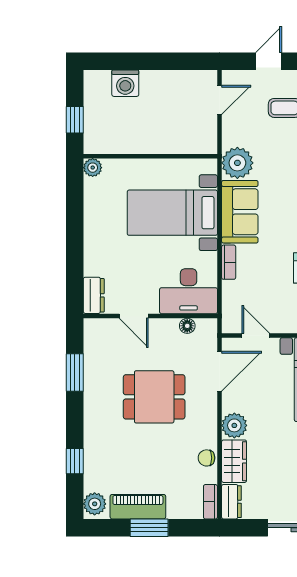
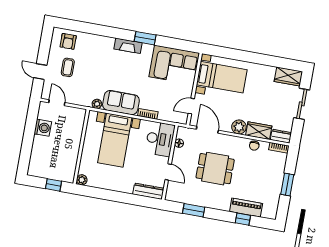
washing machine: (125, 83) -> (43, 128), moved
plant: (237, 163) -> (97, 104), width x0.53, depth x0.53
dresser: (94, 295) -> (148, 191), width x1.44
door: (134, 316) -> (168, 172), hinge flipped
dining table: (154, 397) -> (215, 169), turned 90
plant: (95, 504) -> (269, 212), removed
piano: (138, 507) -> (246, 208), moved, turned 90

